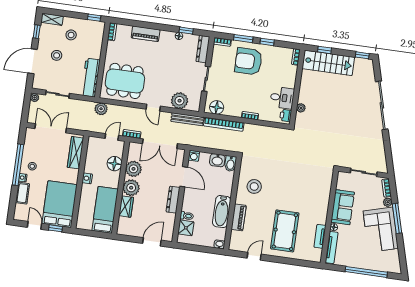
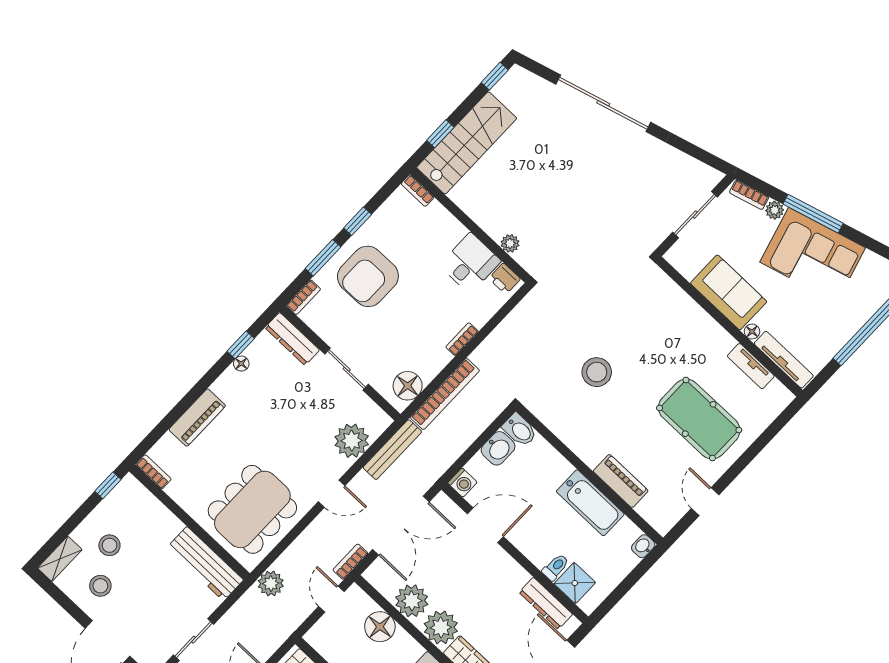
window: (37, 32) -> (63, 600), removed
stool: (57, 55) -> (100, 586), moved
stool: (254, 186) -> (597, 372), moved
dresser: (173, 200) -> (546, 603), moved

